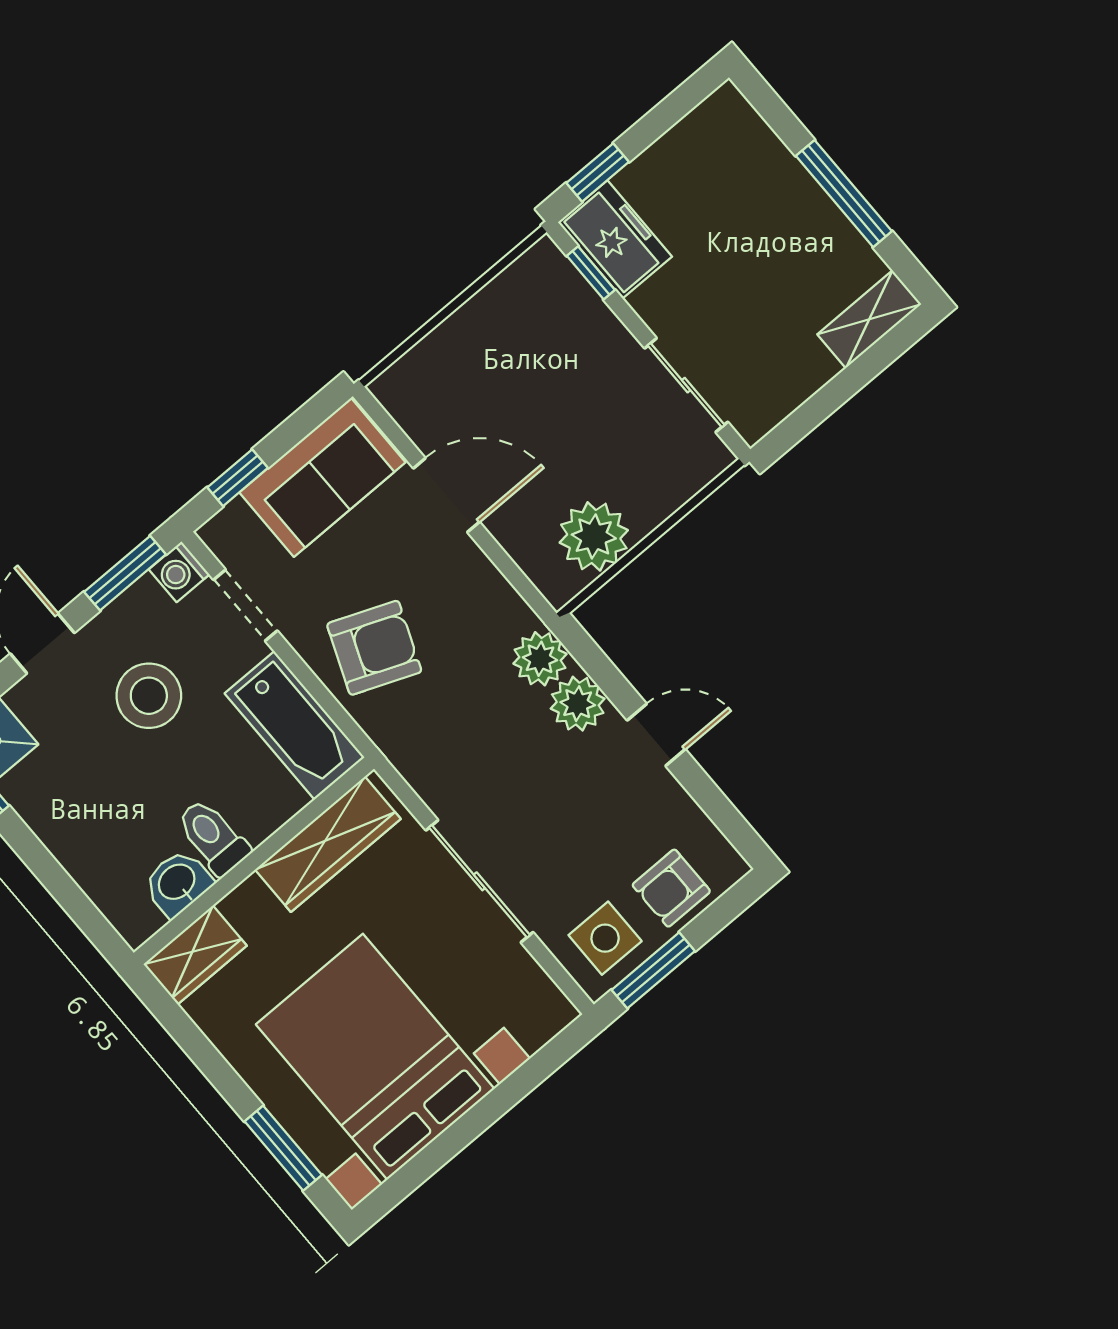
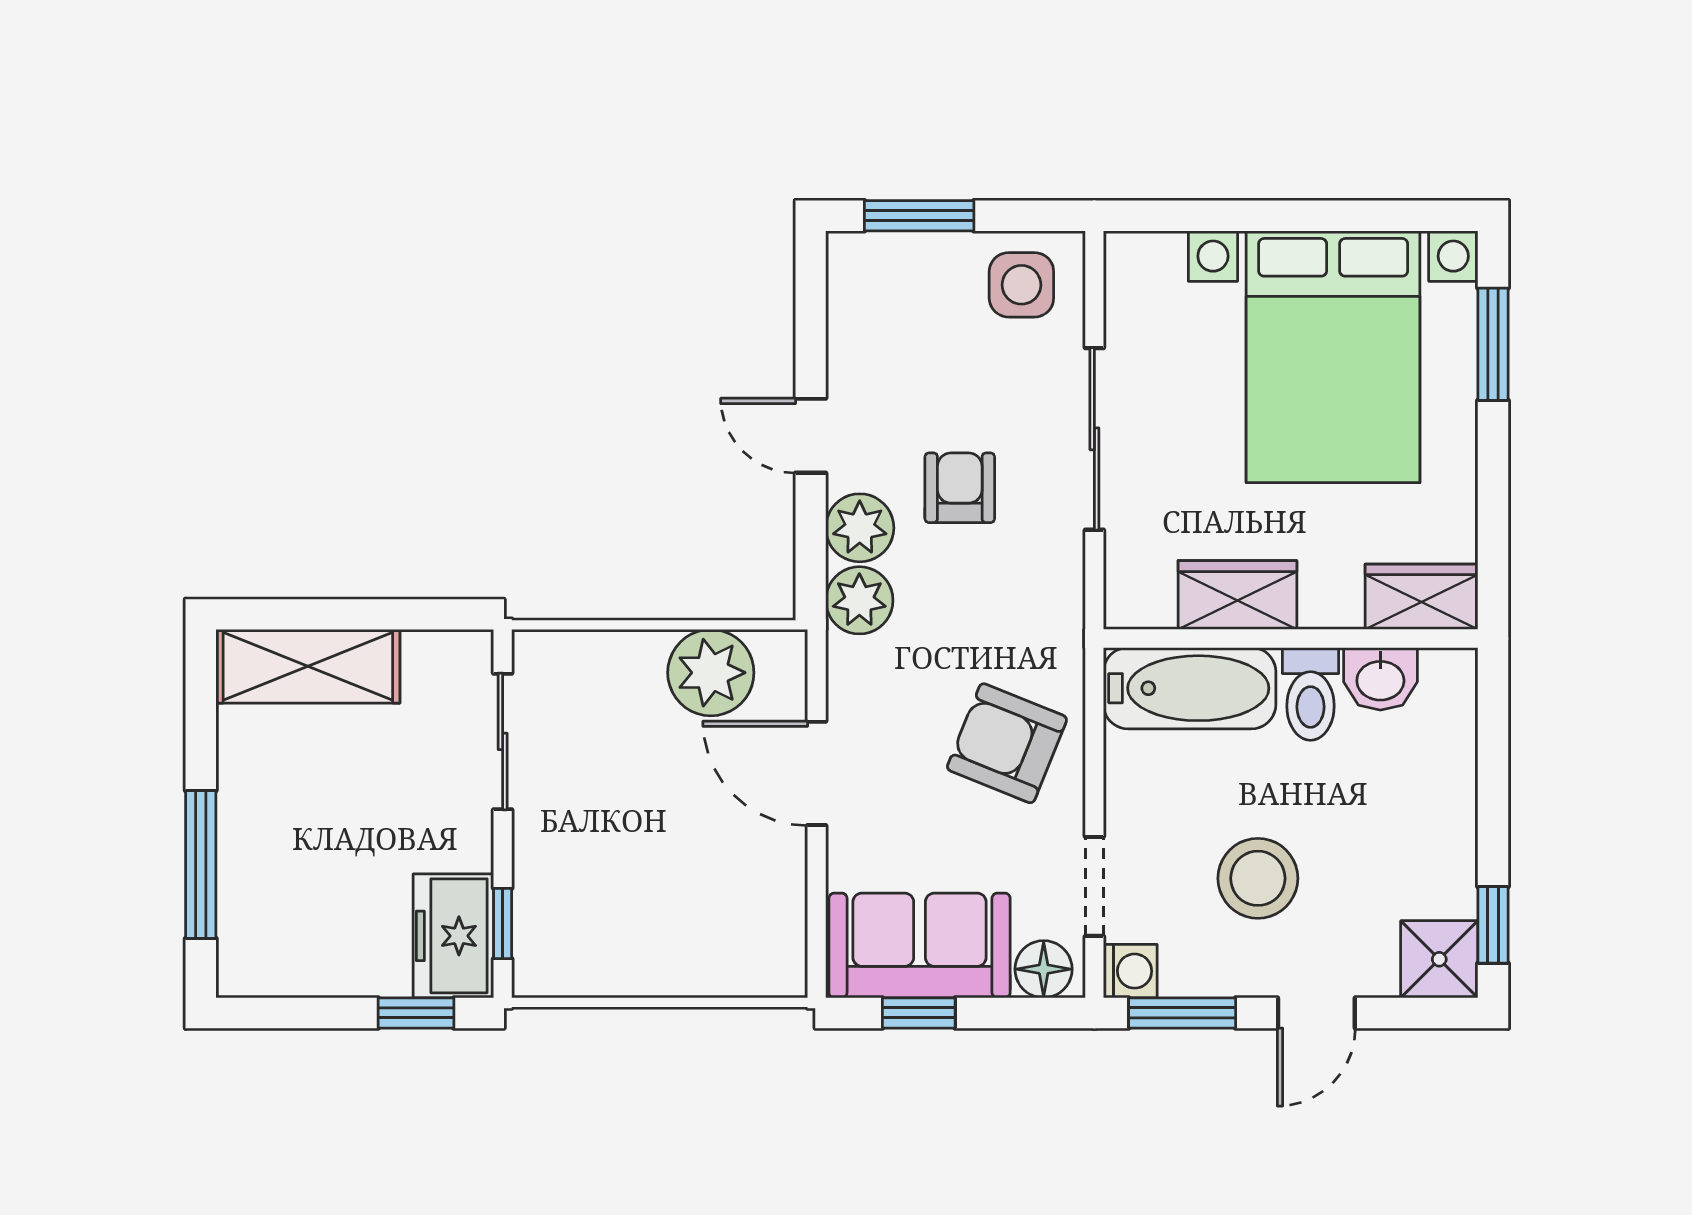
window: (844, 194) -> (201, 865), moved
shelving: (869, 319) -> (308, 666), width x1.50, depth x1.33
window: (238, 478) -> (919, 1013), moved
door: (446, 495) -> (817, 773), moved
floor lamp: (233, 528) -> (1044, 969), added
bathtub: (295, 725) -> (1190, 688), moved, turned 90
wardrobe: (328, 844) -> (1237, 595), width x0.67
armchair: (671, 888) -> (960, 488), moved, turned -90
window: (653, 970) -> (919, 216), moved

